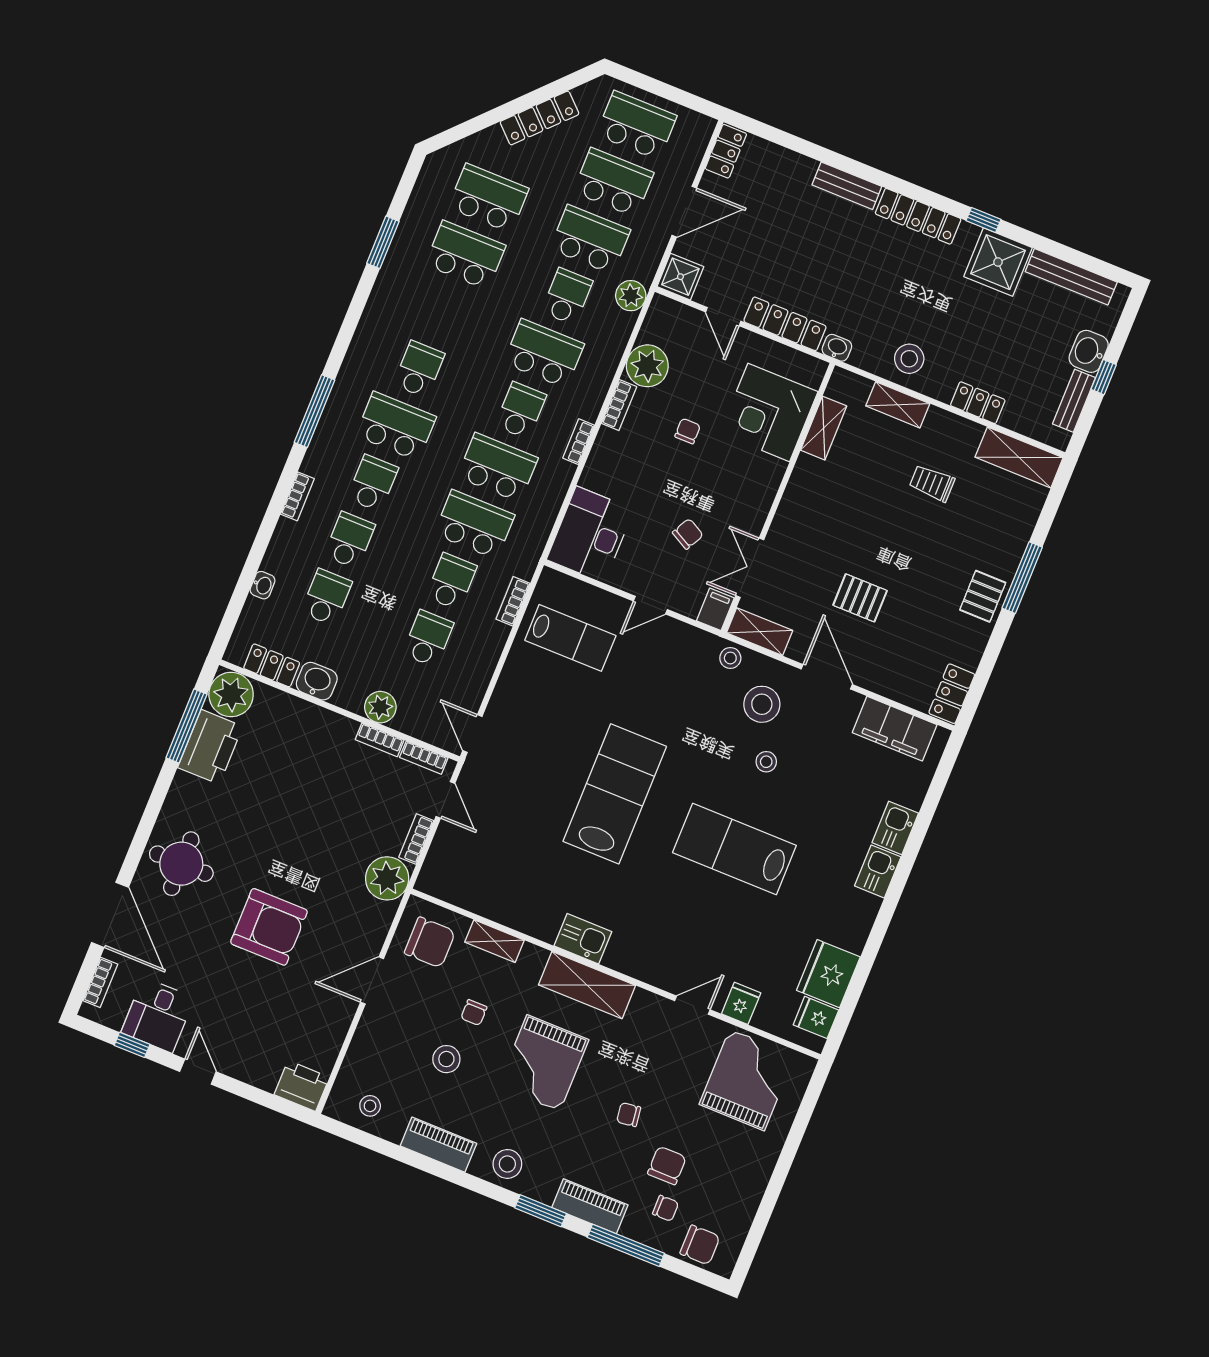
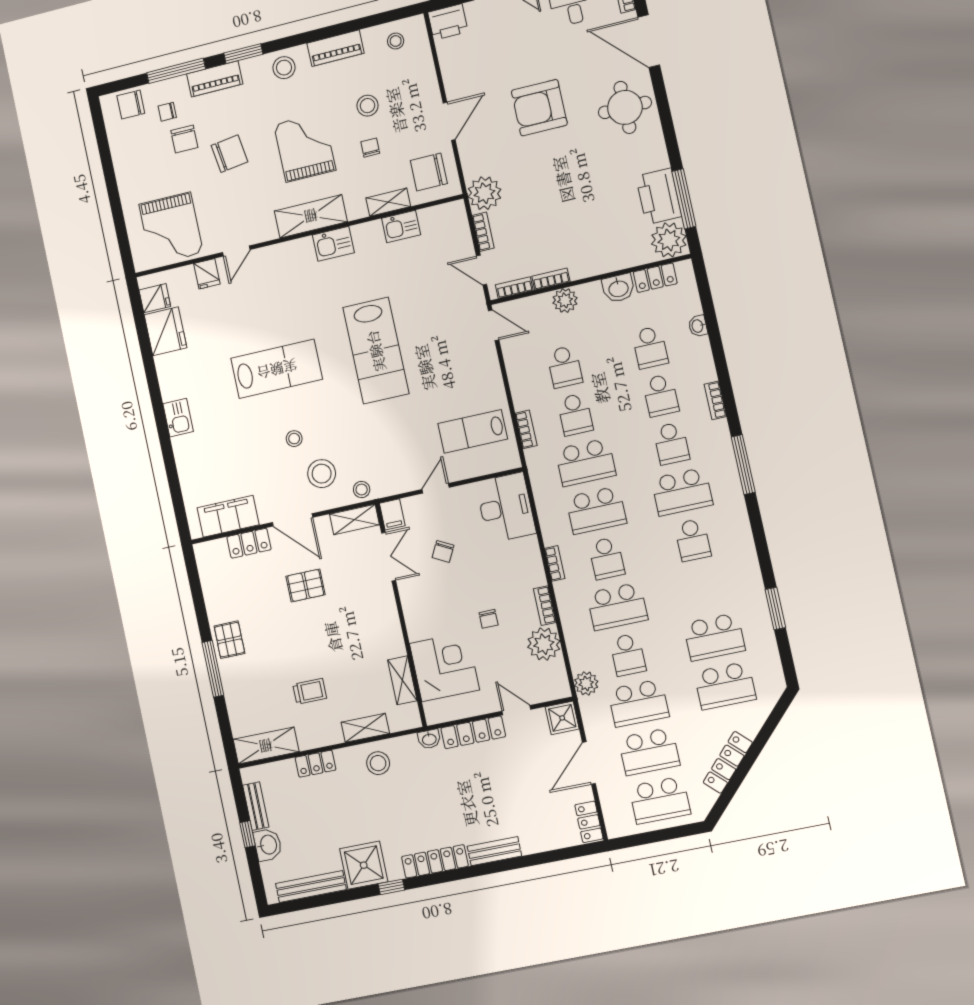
locker: (952, 694) -> (249, 543), moved, turned 90
kitchen sink: (895, 828) -> (401, 226), moved, turned 90
chair: (629, 1115) -> (229, 154), width x1.87, depth x1.87

